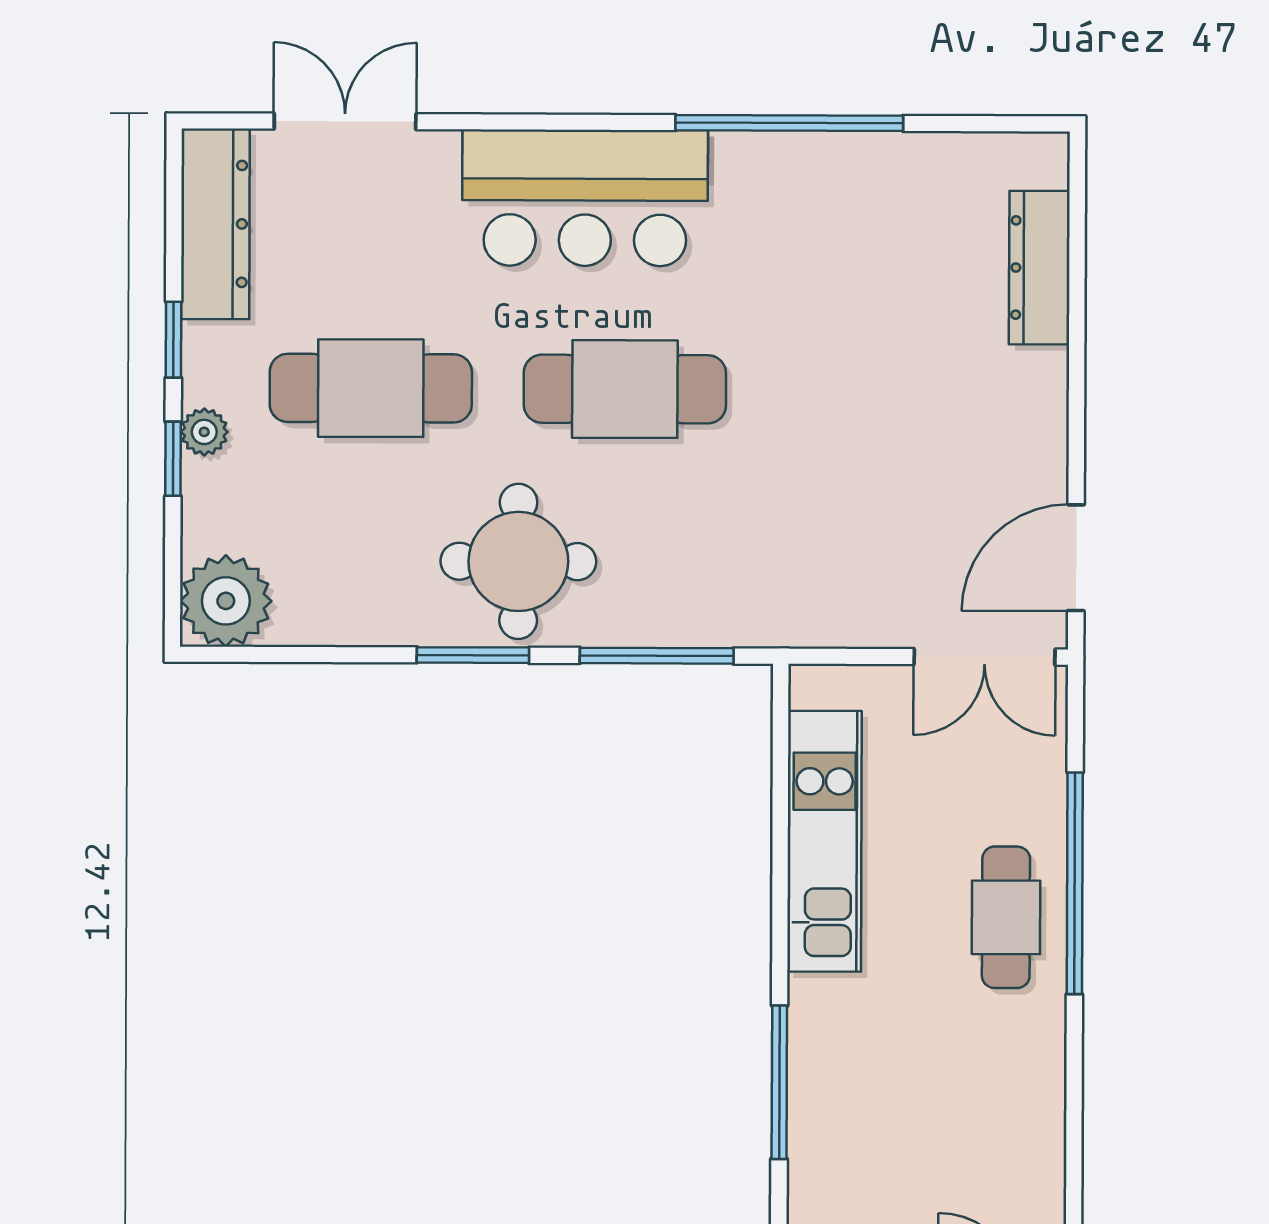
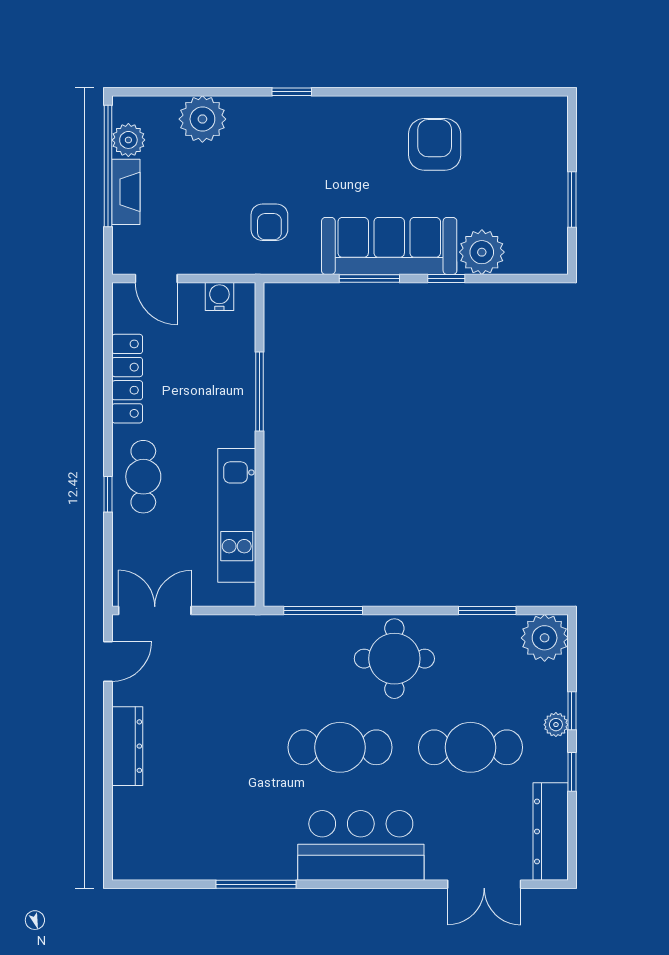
window: (789, 123) -> (256, 884), width x0.68
dresser: (1039, 268) -> (127, 746), moved
door: (1076, 558) -> (108, 661), width x0.73
window: (473, 655) -> (487, 610), moved
window: (1075, 883) -> (108, 494), width x0.32
locker: (1037, 1108) -> (127, 379), added

